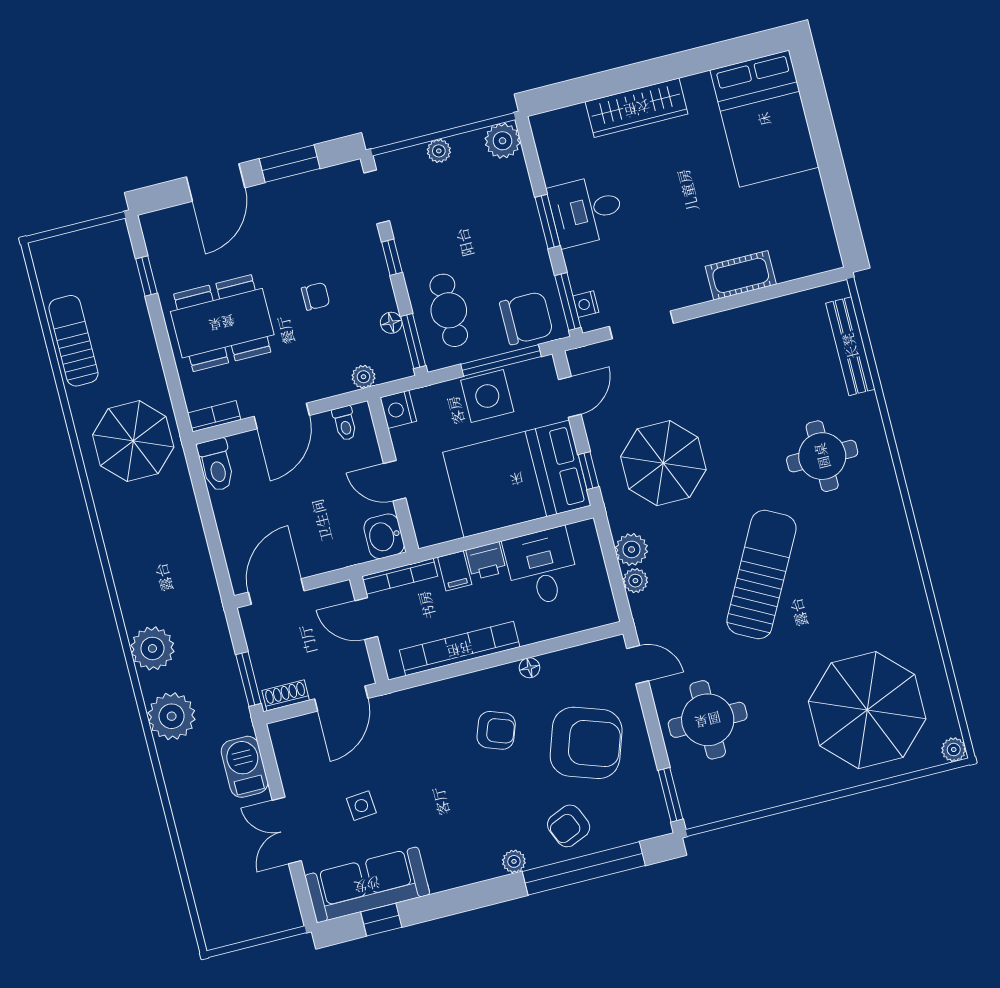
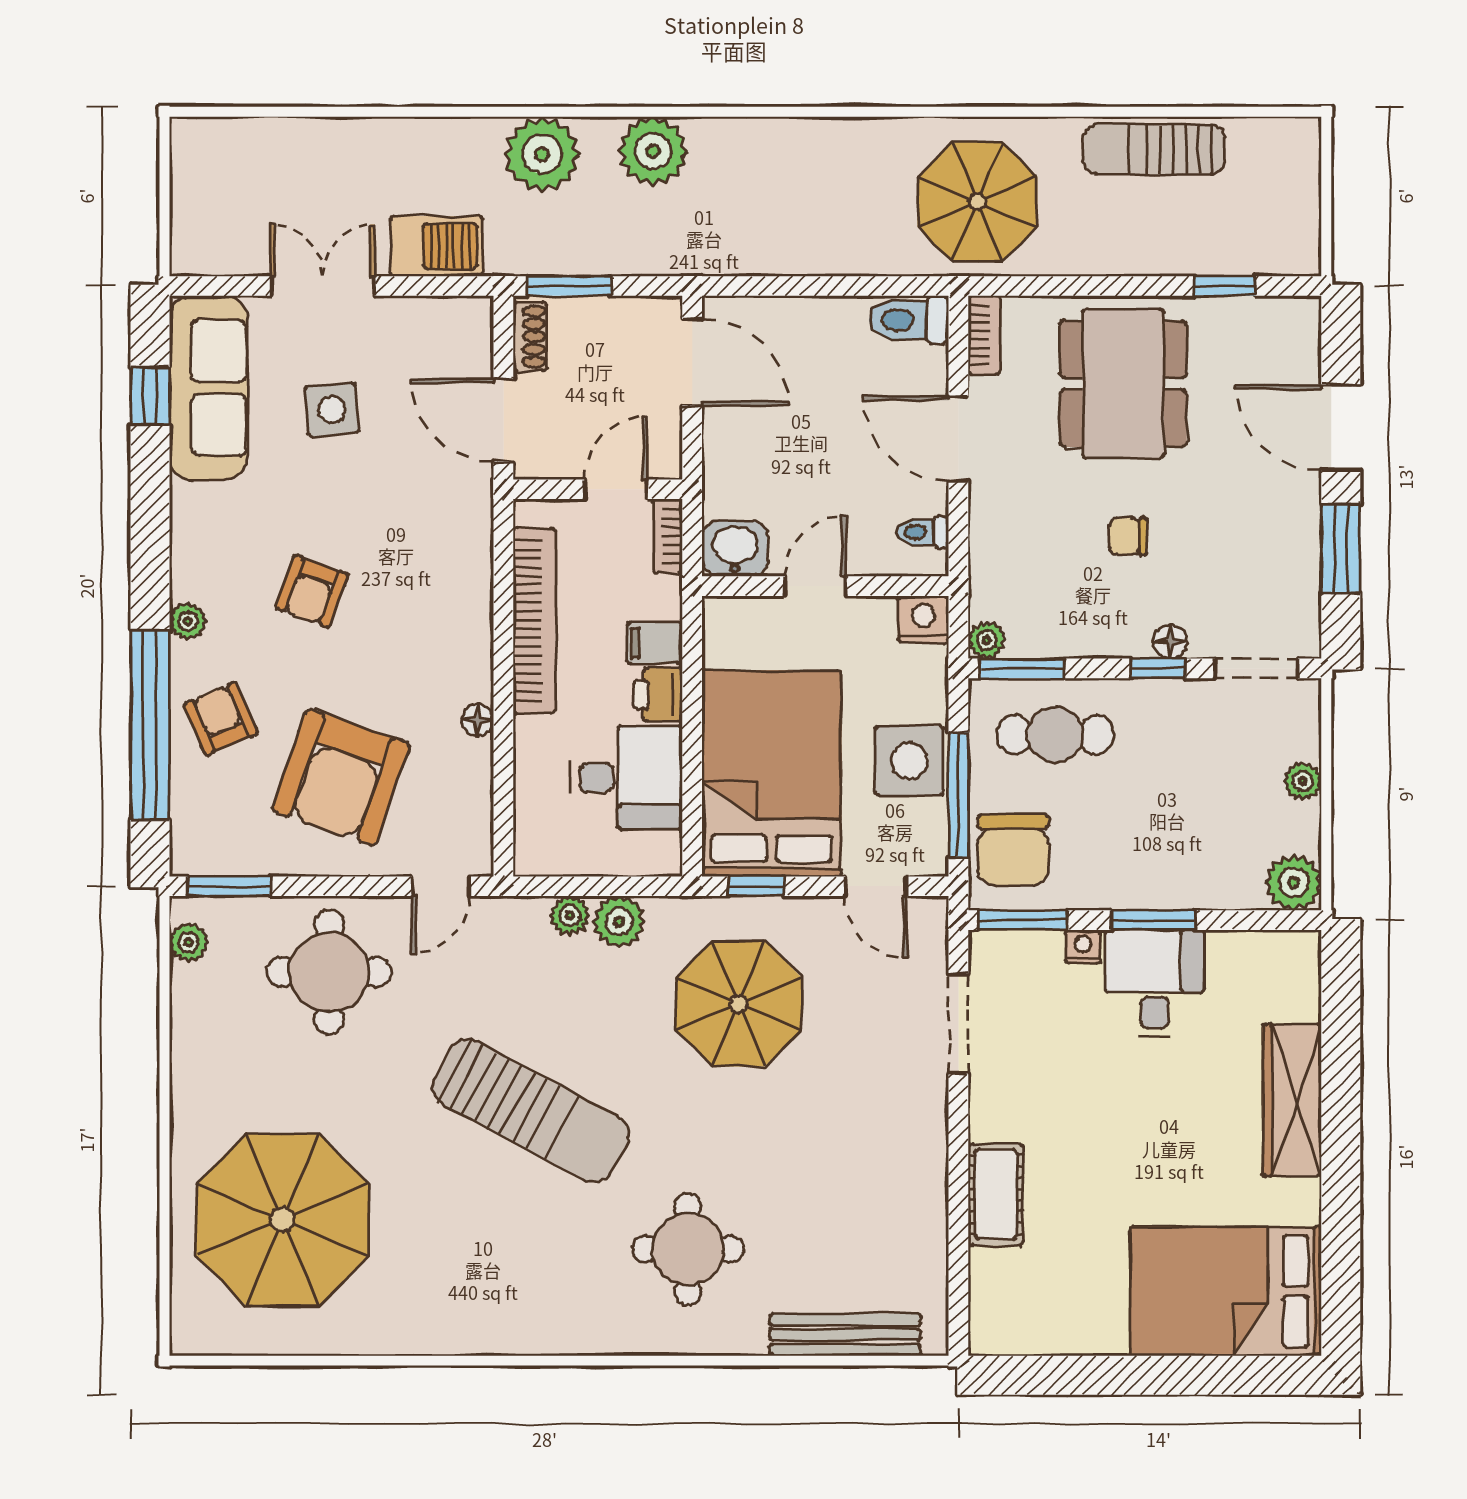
chair: (315, 296) -> (1128, 536), turned 90
nightstand: (586, 304) -> (1083, 947), moved
floor lamp: (391, 323) -> (1170, 642), moved
sun lounger: (74, 341) -> (1154, 149), turned 180
plant: (363, 377) -> (987, 640), moved
bookcase: (400, 576) -> (668, 536), width x0.64
armchair: (496, 730) -> (312, 591), moved
plant: (954, 750) -> (189, 942), moved
side table: (361, 806) -> (332, 410), width x1.37, depth x1.37

